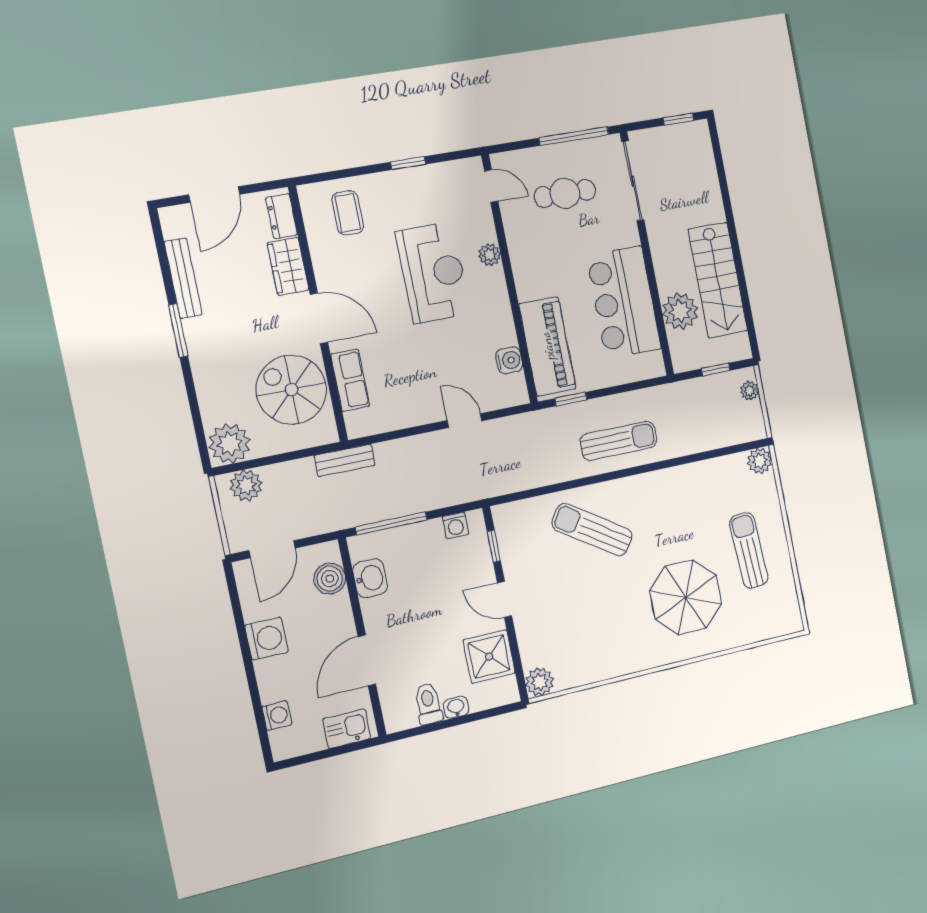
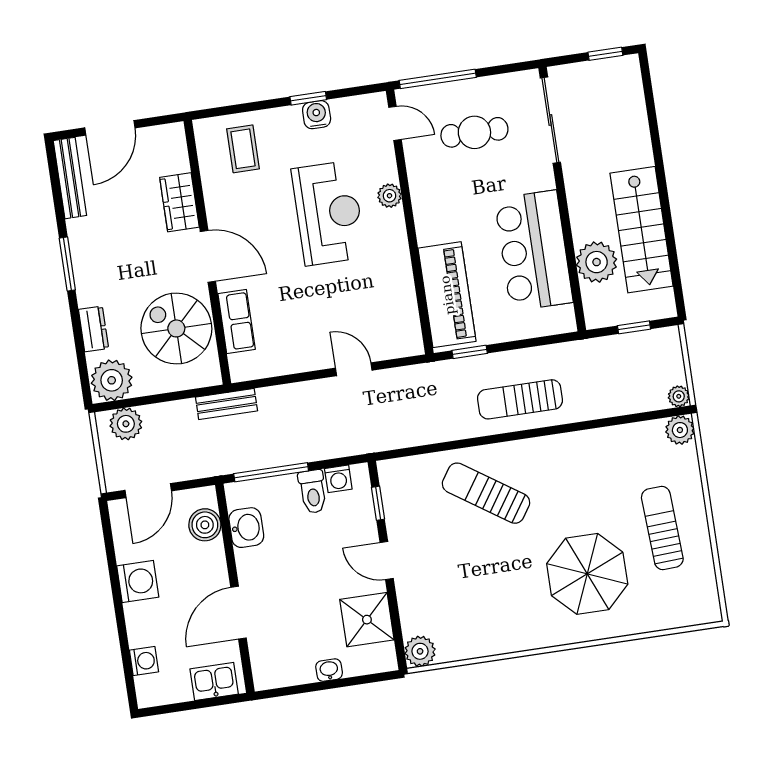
window: (574, 136) -> (438, 79), moved
dresser: (282, 216) -> (94, 329), moved, turned 180
bench: (183, 278) -> (70, 178), moved
water cooler: (509, 360) -> (317, 115), moved, turned -90
plant: (750, 391) -> (679, 396), moved
sun lounger: (618, 441) -> (520, 399), turned 180
toilet: (428, 704) -> (313, 492), moved, turned 180

